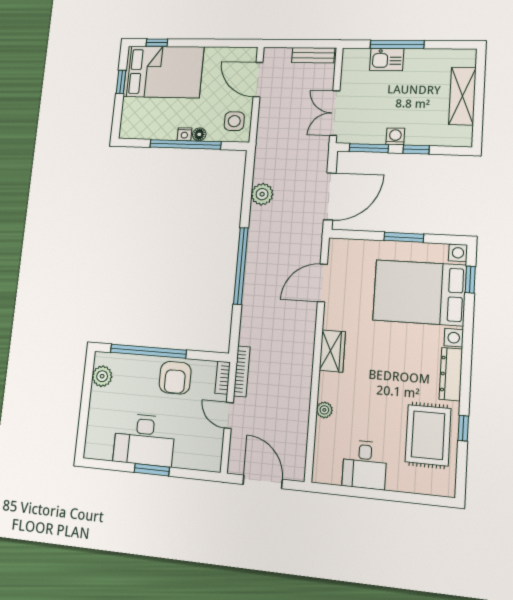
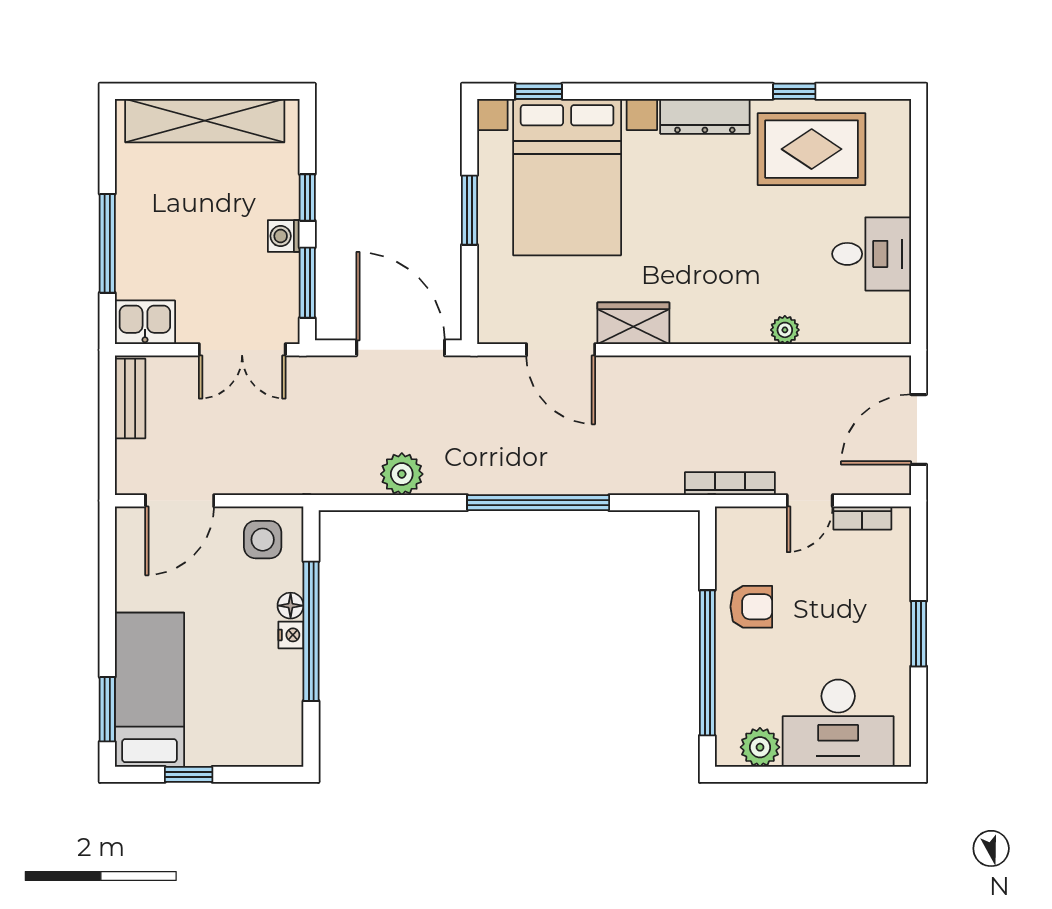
window: (157, 43) -> (107, 709), width x1.50
kitchen sink: (387, 59) -> (145, 322), moved, turned -90
bed: (163, 72) -> (149, 690), width x0.67
shelving: (462, 96) -> (205, 121), width x1.47
wardrobe: (332, 351) -> (633, 323), moved
armchair: (175, 378) -> (751, 607), width x0.72, depth x0.72
bookcase: (223, 378) -> (862, 518), moved
desk: (144, 440) -> (838, 723), moved, turned 90

